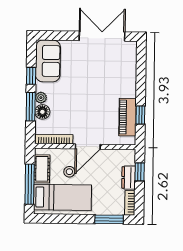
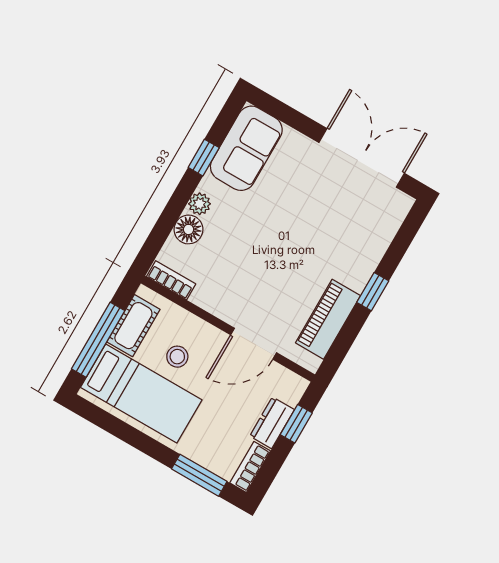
window: (31, 107) -> (174, 209), removed
window: (140, 115) -> (373, 292), moved
bookcase: (54, 139) -> (171, 280), width x0.64
door: (88, 147) -> (254, 344), moved

